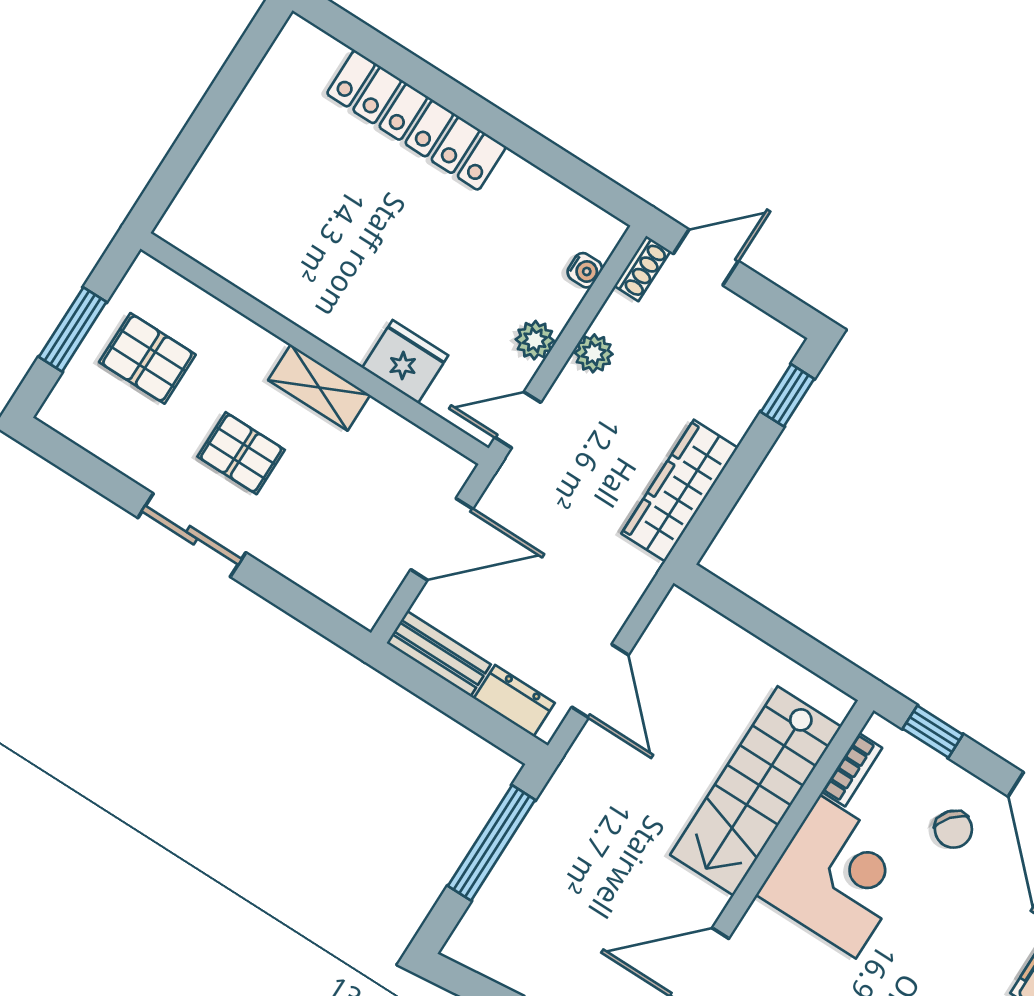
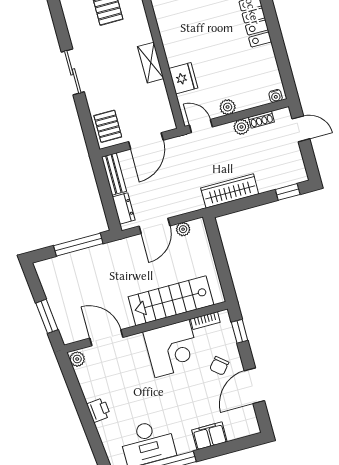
shoe rack: (642, 268) -> (261, 120), moved
water cooler: (585, 270) -> (276, 96), moved
pallet: (241, 453) -> (108, 126), moved
door: (442, 539) -> (146, 141), hinge flipped
plant: (658, 639) -> (183, 229), added

